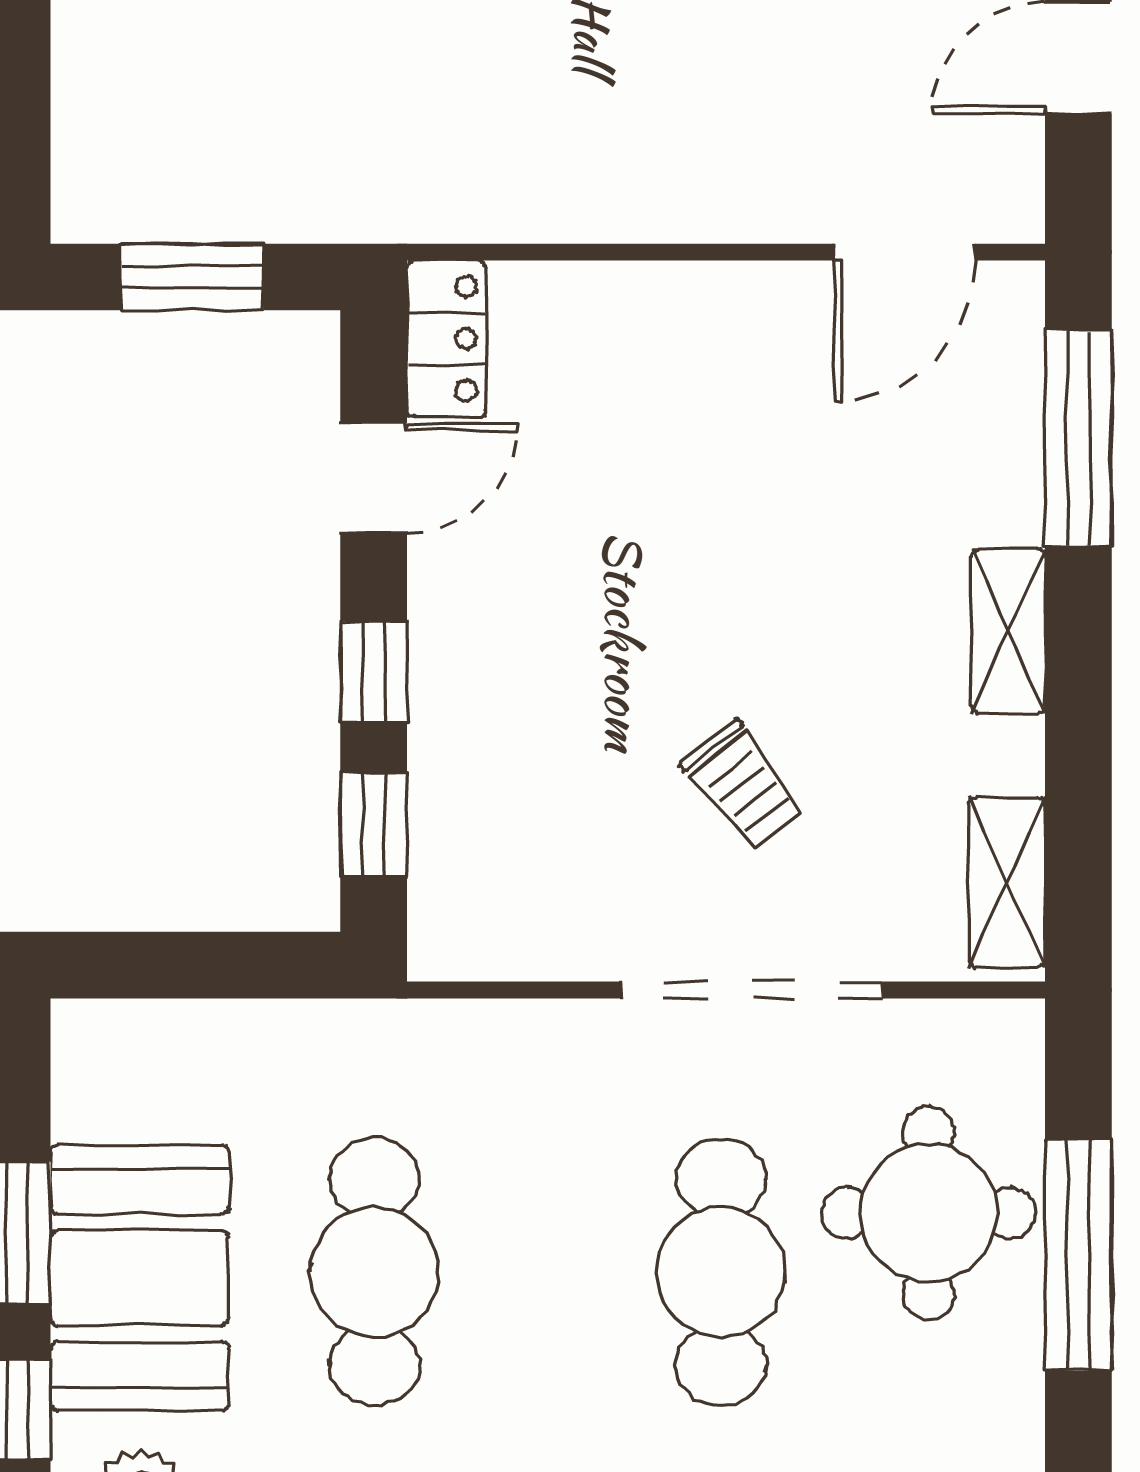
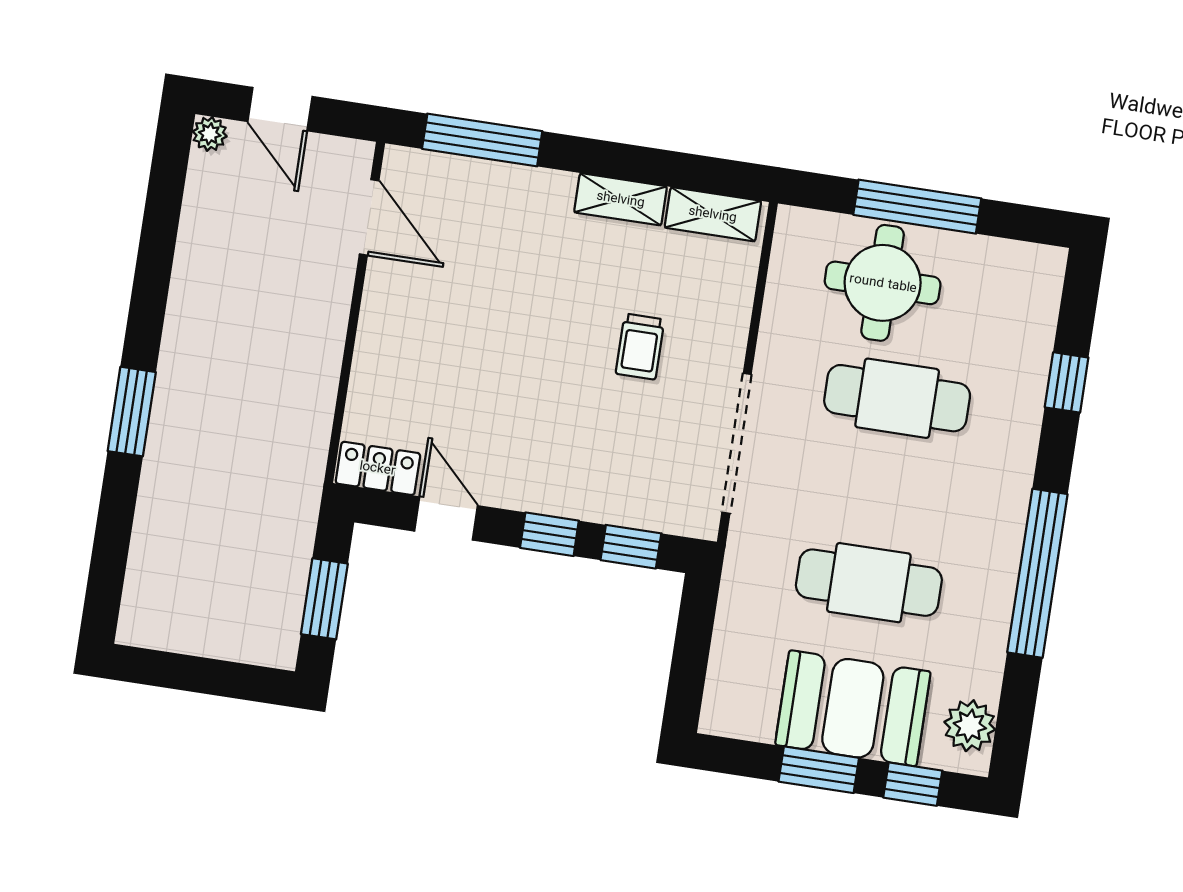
shelving: (1008, 631) -> (621, 199), moved
trolley: (744, 785) -> (640, 347), turned 129
doorway: (752, 990) -> (737, 443), moved

